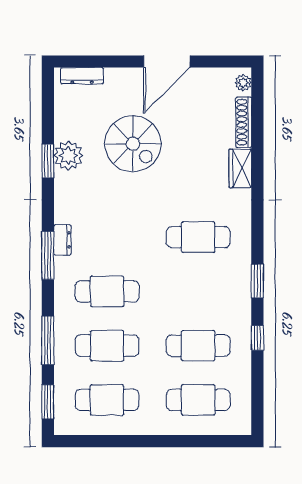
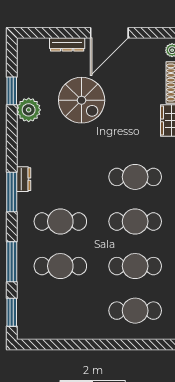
dresser: (82, 76) -> (67, 44), moved
window: (48, 161) -> (12, 91), moved
cafe table: (107, 400) -> (135, 221), moved

